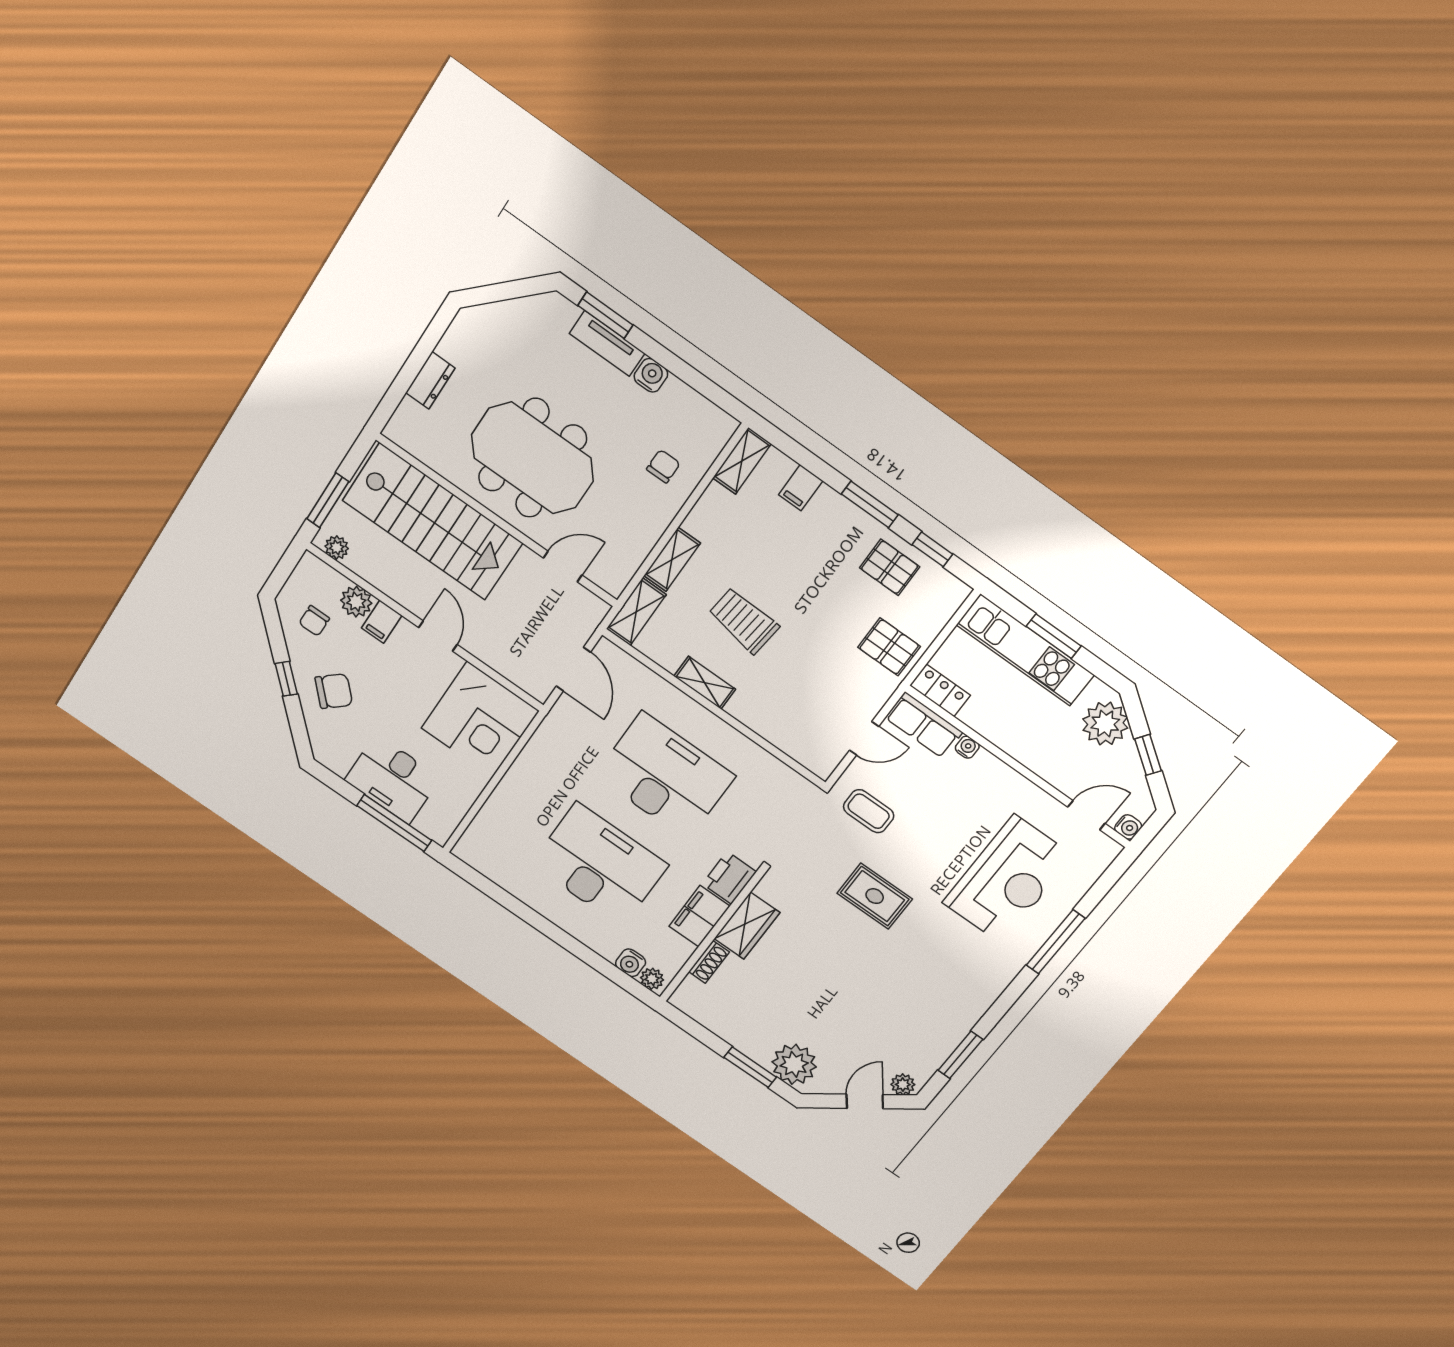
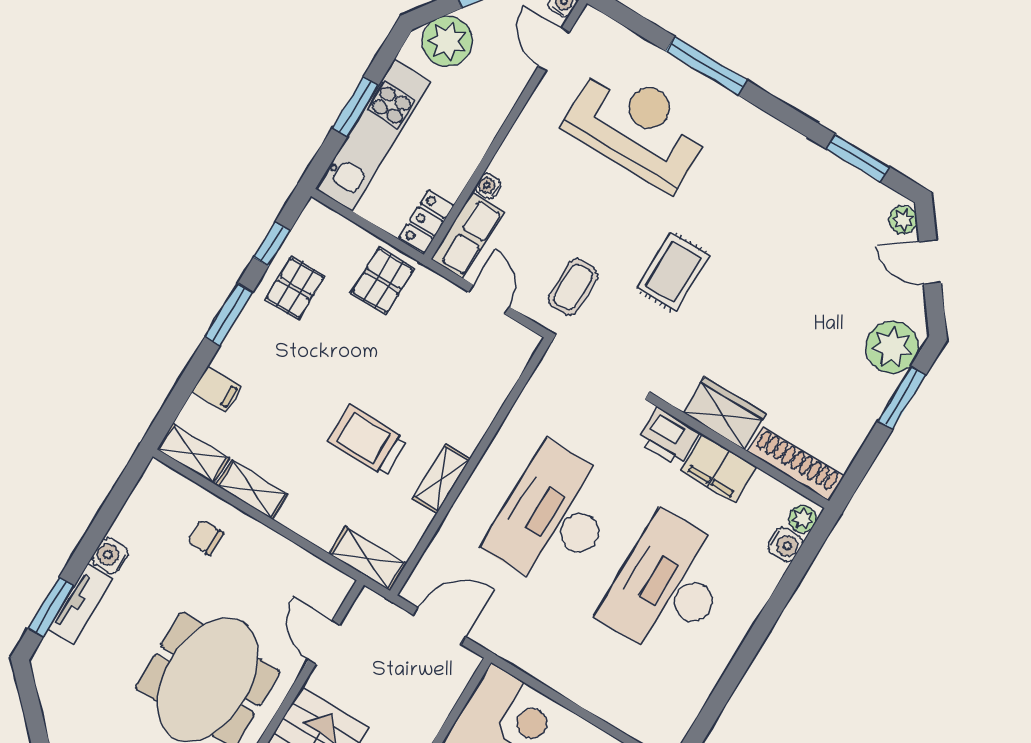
shelving: (672, 559) -> (252, 490), moved
trolley: (744, 621) -> (367, 441), turned 84
shoe rack: (709, 962) -> (795, 464), width x1.94, depth x1.24

